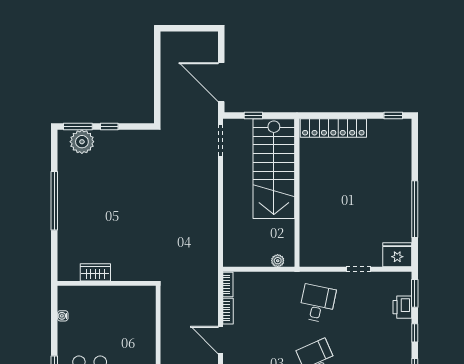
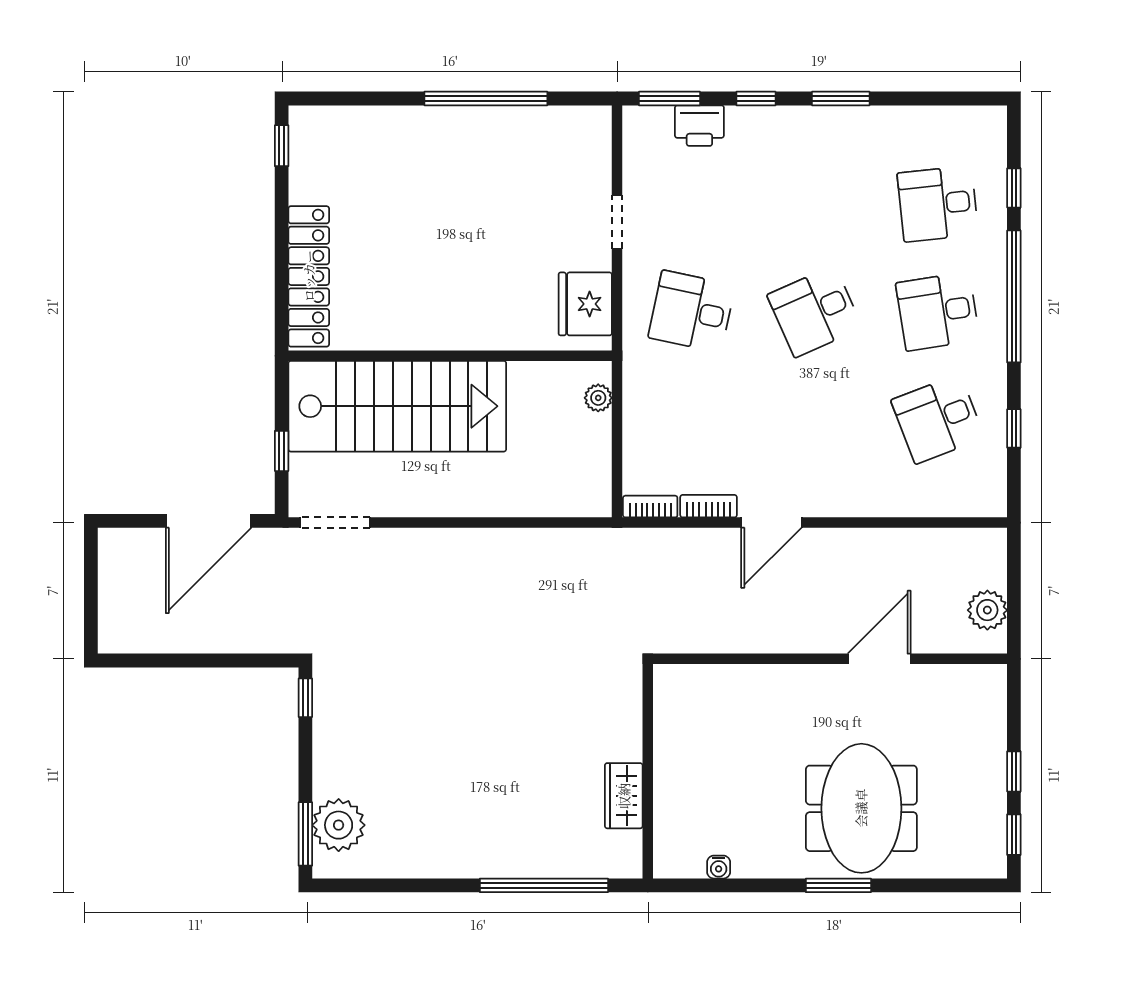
window: (109, 127) -> (305, 698), moved
window: (54, 201) -> (544, 885), moved
fridge: (397, 255) -> (585, 304), moved

